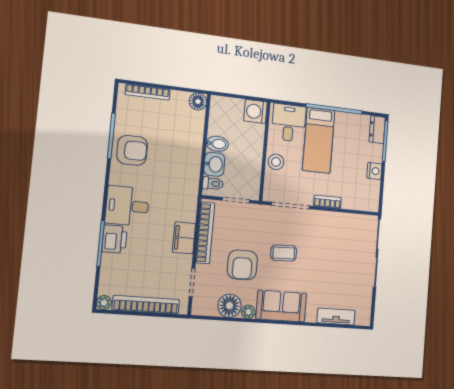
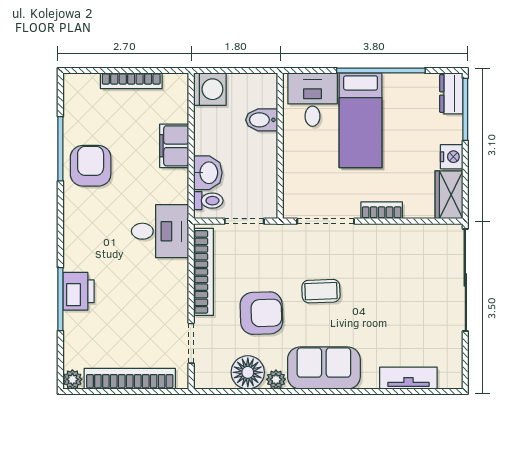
bookcase: (148, 92) -> (131, 81), moved
floor lamp: (198, 102) -> (176, 85), removed
washing machine: (255, 111) -> (210, 89), moved, turned 180
bidet: (217, 144) -> (262, 120), moved, turned 180
armchair: (132, 150) -> (91, 166), turned -90
stool: (276, 162) -> (298, 159), removed
wardrobe: (371, 196) -> (449, 195), added
desk: (127, 206) -> (160, 231), moved, turned 180
filing cabinet: (184, 238) -> (174, 146), moved
armchair: (242, 265) -> (261, 313), turned -92

